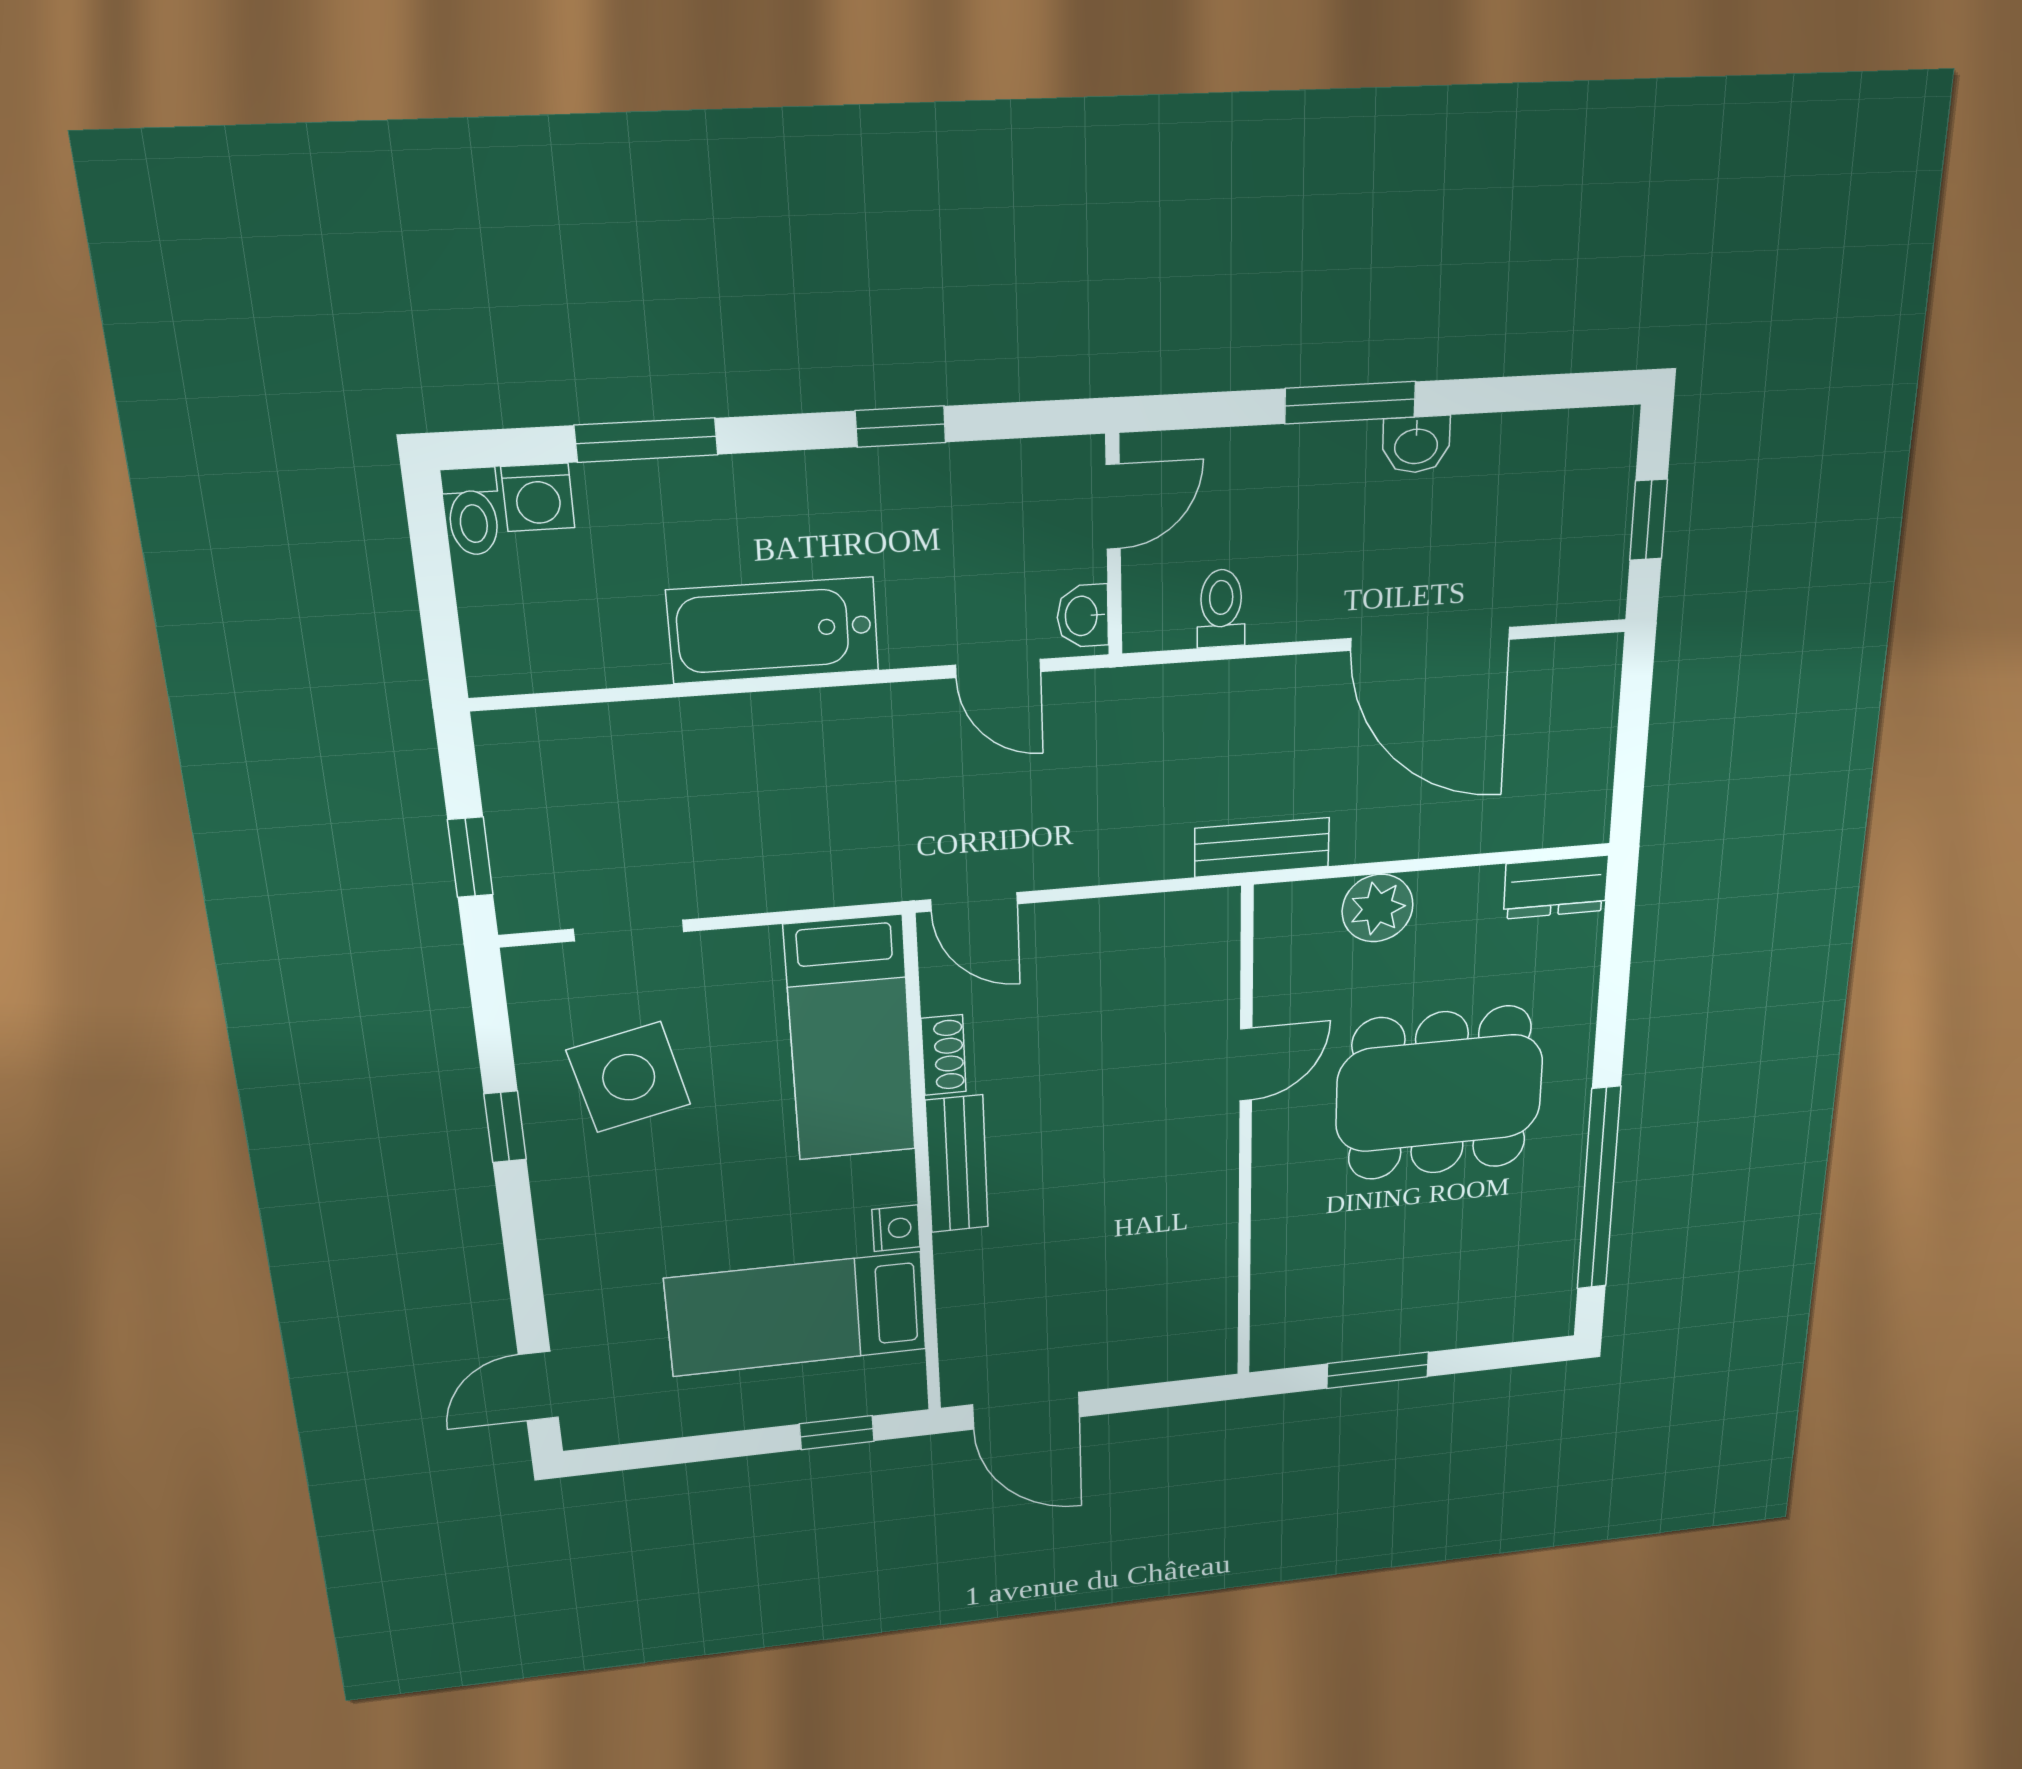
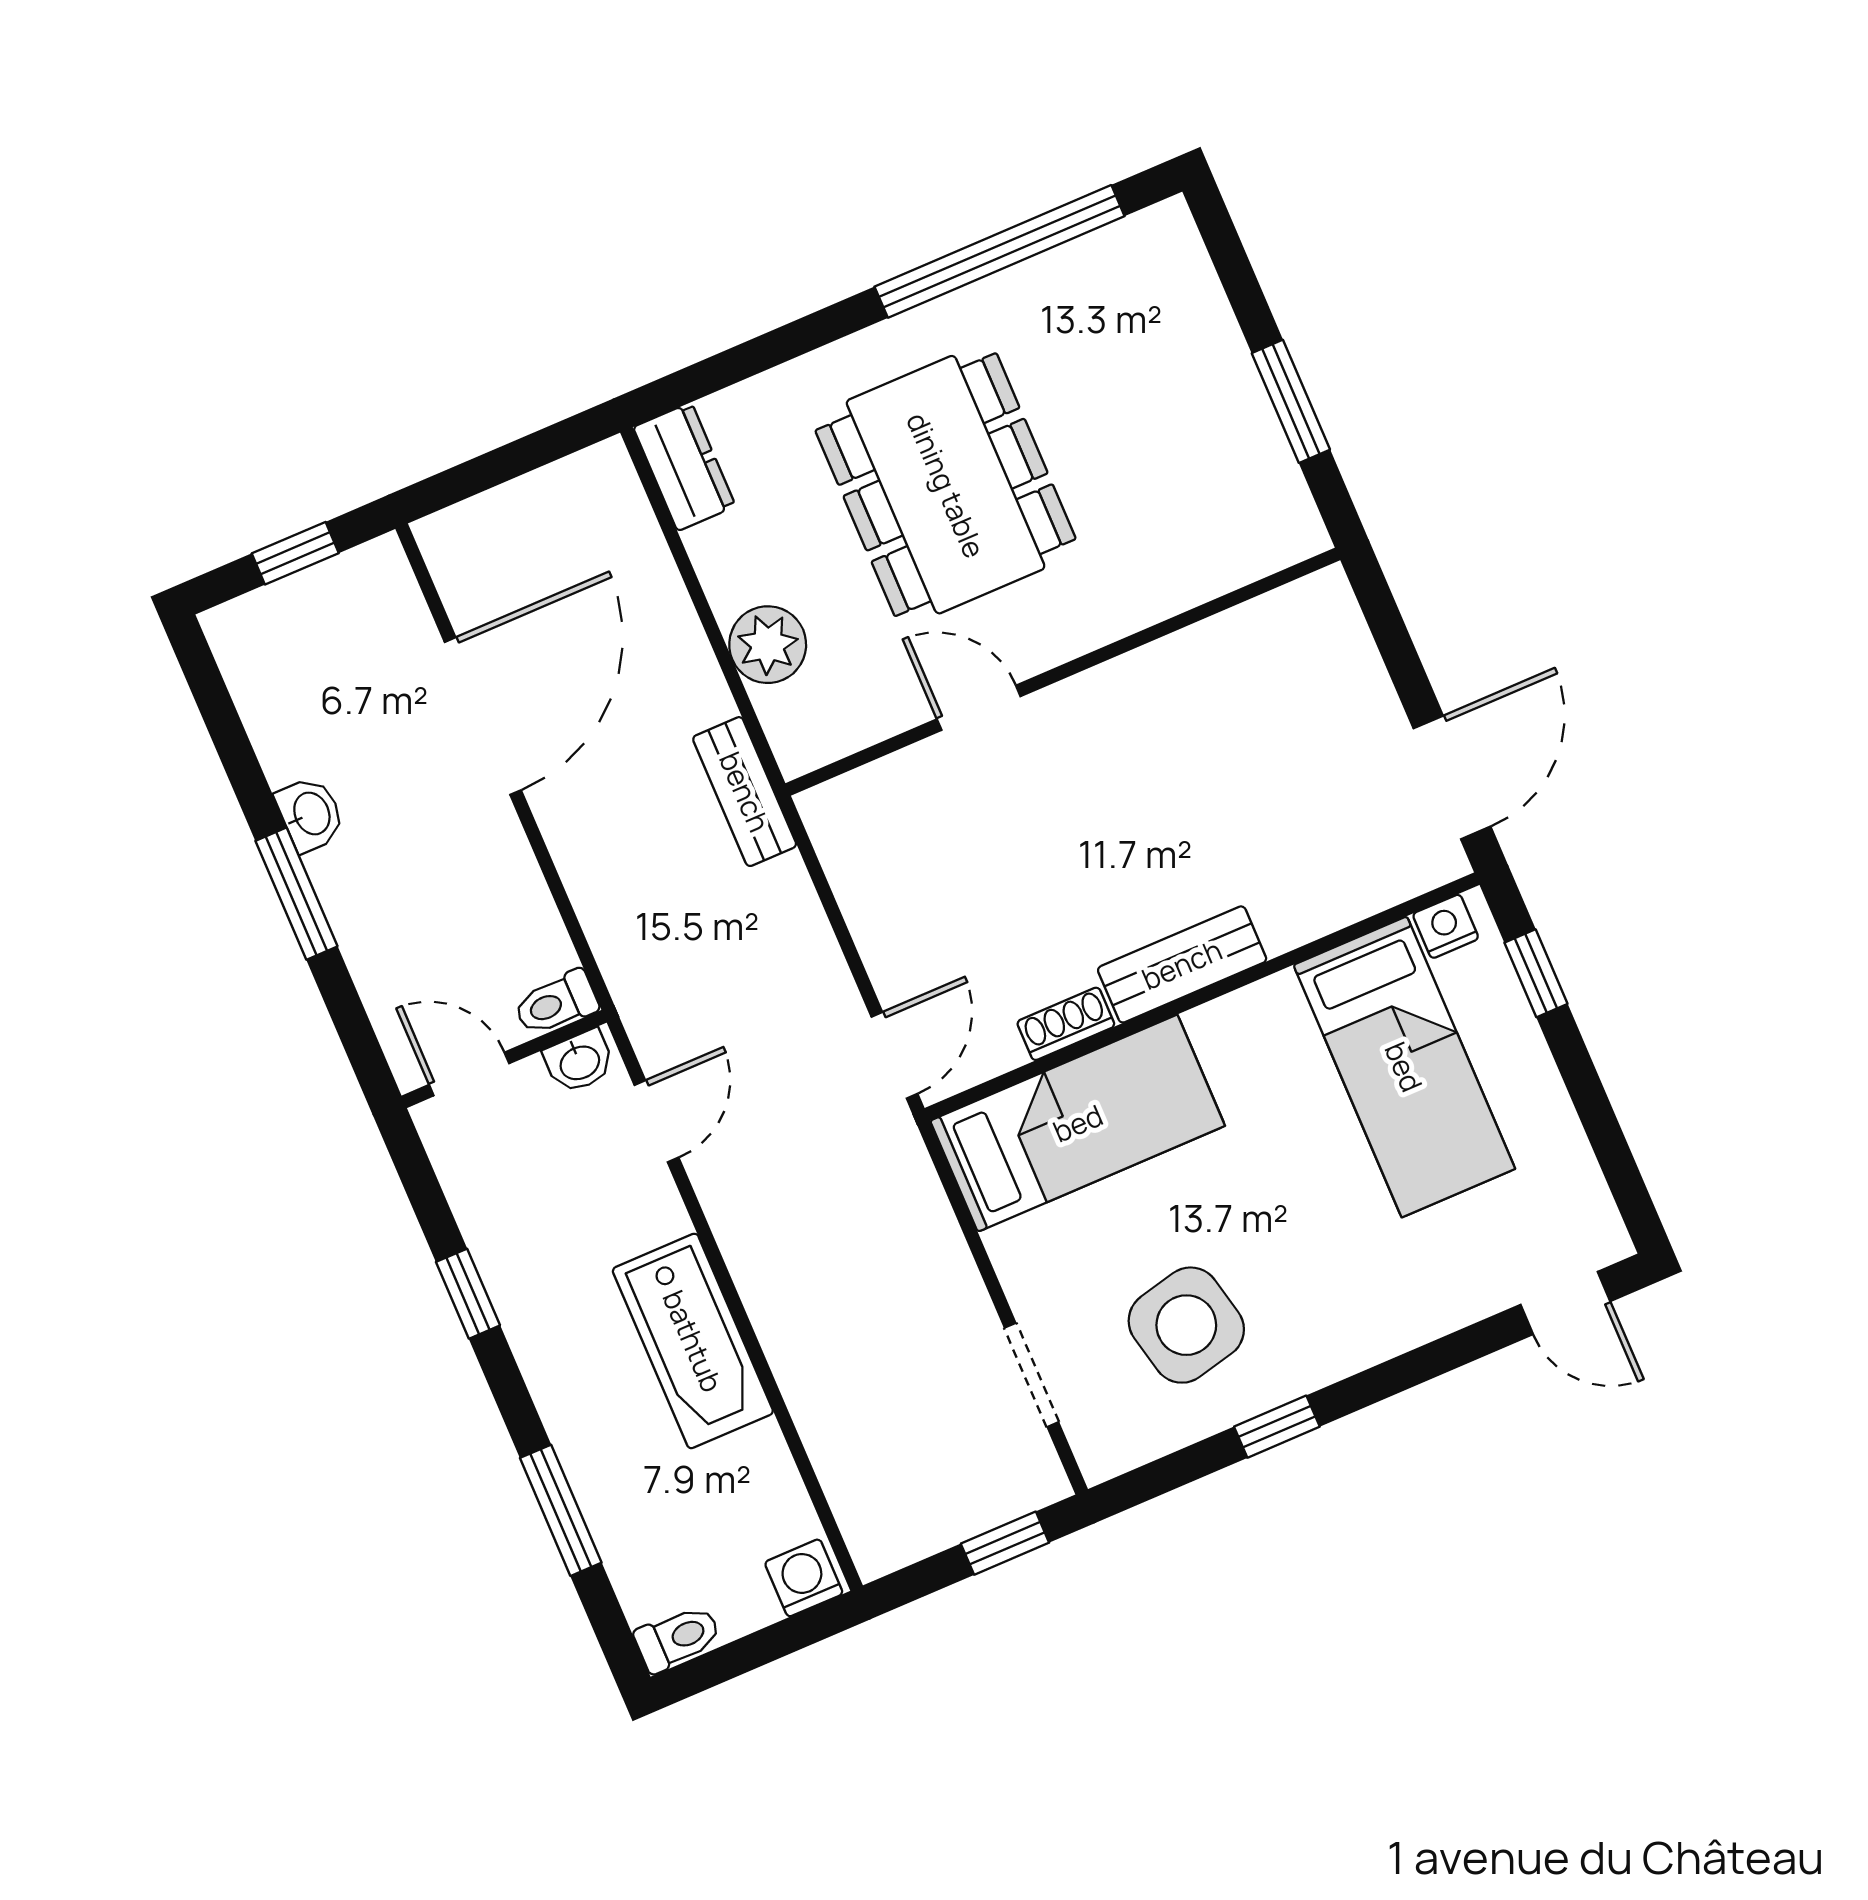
washing machine: (538, 497) -> (804, 1578), moved, turned -90
toilet: (1221, 608) -> (556, 1003), moved
nightstand: (896, 1228) -> (1446, 926), moved

